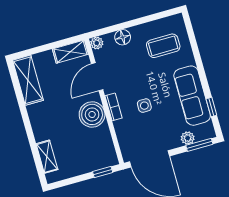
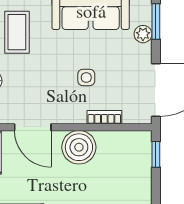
bookcase: (114, 107) -> (104, 117), moved

